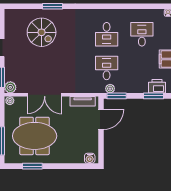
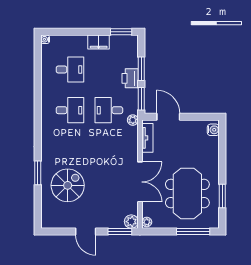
desk: (142, 34) -> (70, 70), turned 180
printer: (157, 86) -> (130, 78), moved
plant: (110, 89) -> (133, 120), moved
window: (154, 96) -> (141, 69), moved

